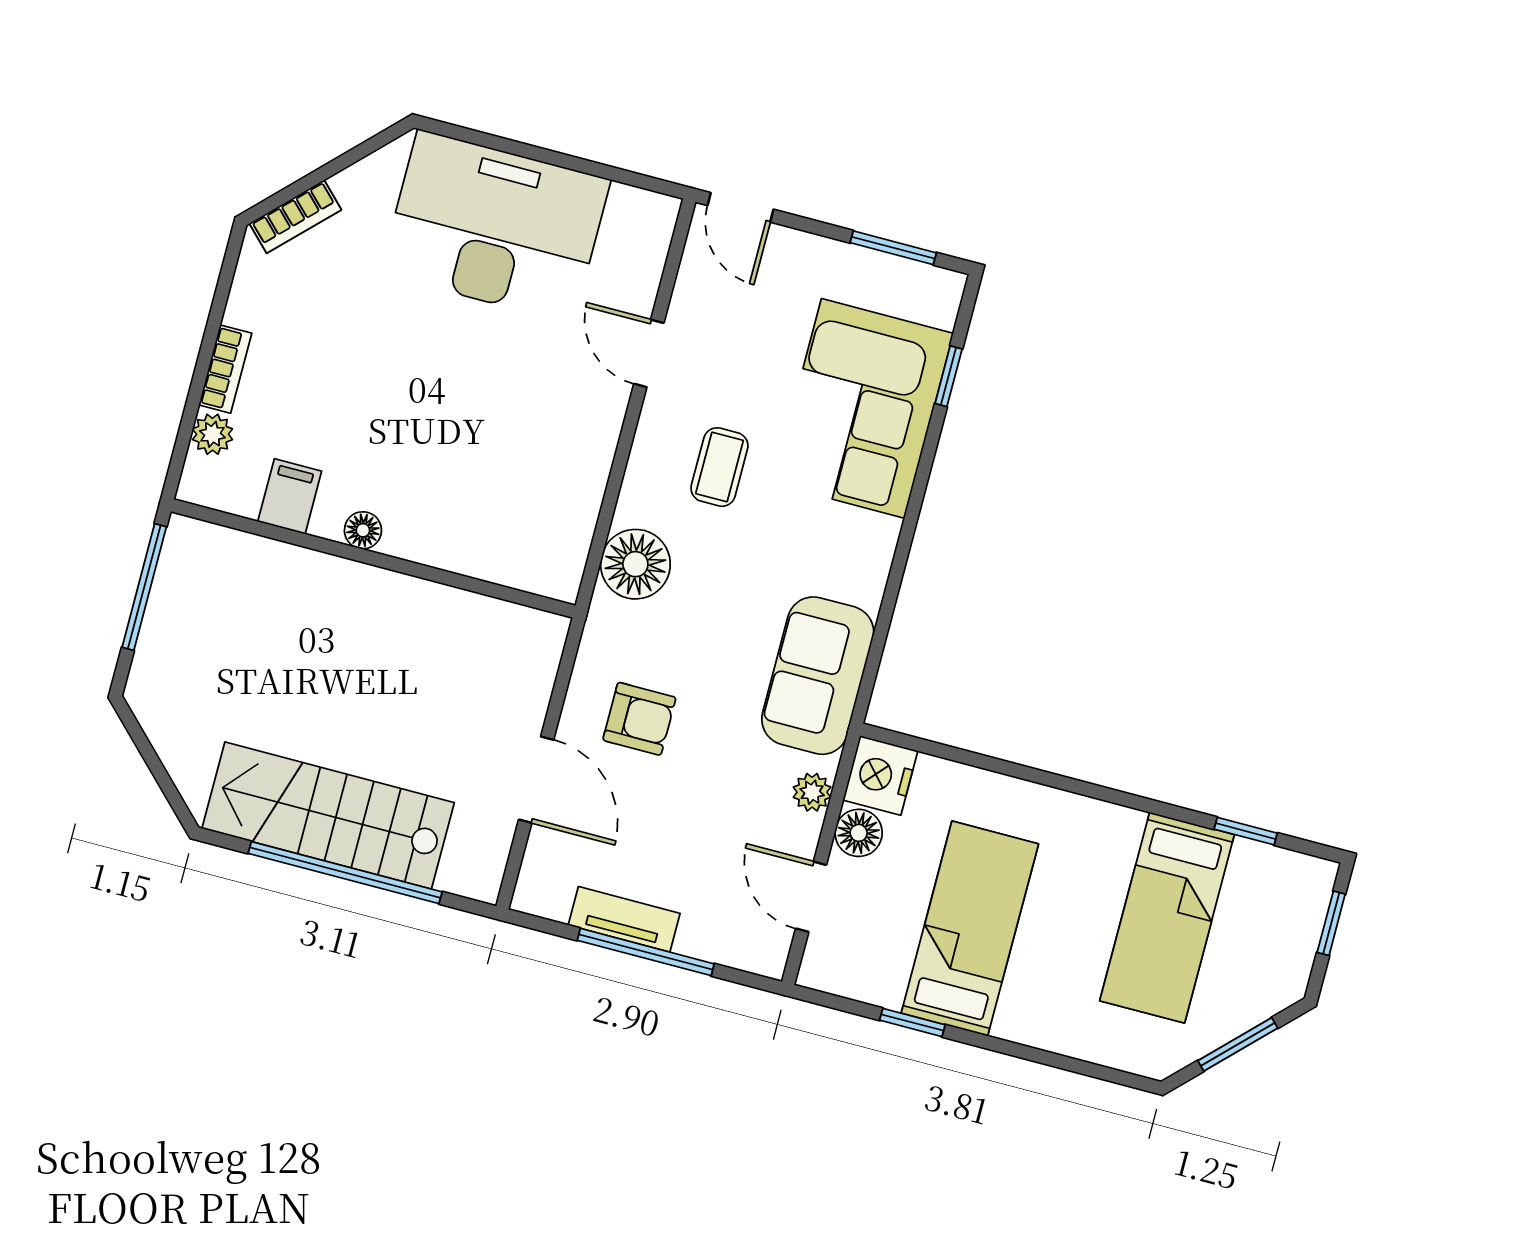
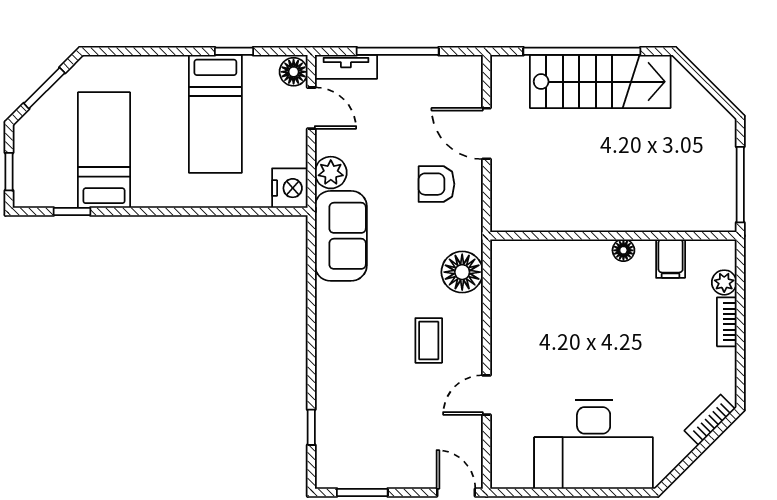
door: (649, 353) -> (486, 395), swing flipped
corner sofa: (863, 408) -> (355, 396), removed
plant: (812, 792) -> (331, 173), width x1.38, depth x1.38
floor lamp: (859, 833) -> (294, 72), moved
tv unit: (624, 919) -> (346, 67), moved

